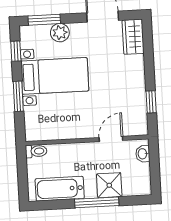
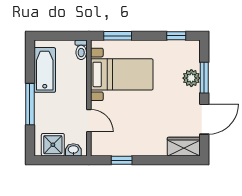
window: (44, 20) -> (204, 78), moved
bed with nightstands: (55, 76) -> (122, 74), moved, turned -90
window: (18, 96) -> (118, 36), moved
shower: (109, 185) -> (53, 145), moved

